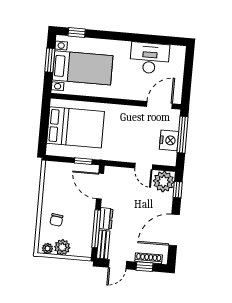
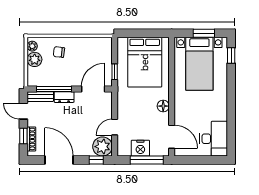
desk: (150, 58) -> (214, 139), moved
floor lamp: (125, 111) -> (163, 106), added

